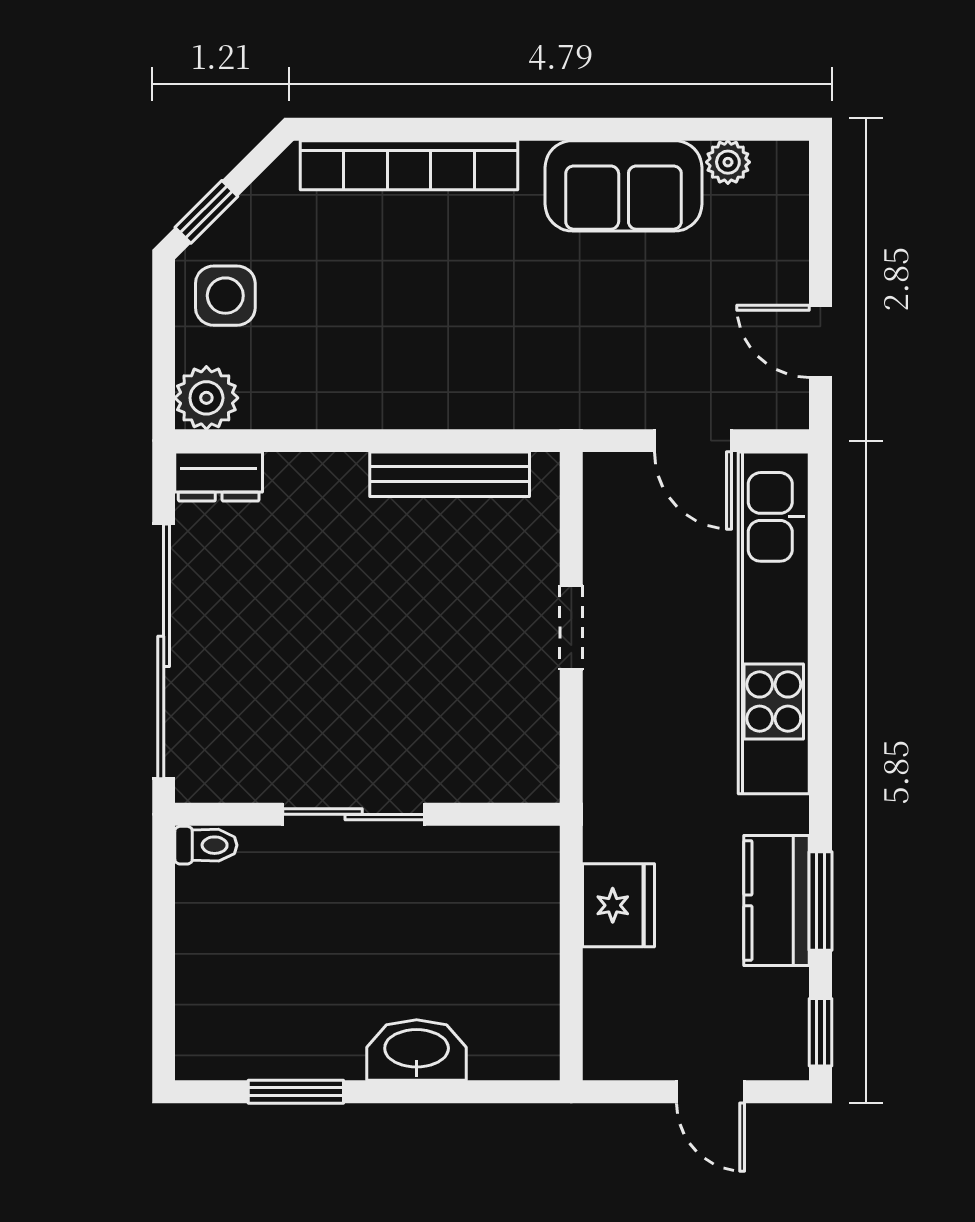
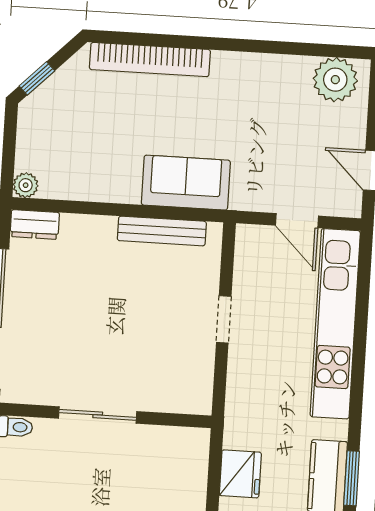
plant: (728, 162) -> (335, 80), width x1.88, depth x1.88
sofa: (624, 186) -> (186, 183), moved, turned 180
side table: (225, 296) -> (44, 125), removed
plant: (206, 398) -> (26, 185), width x0.73, depth x0.73

